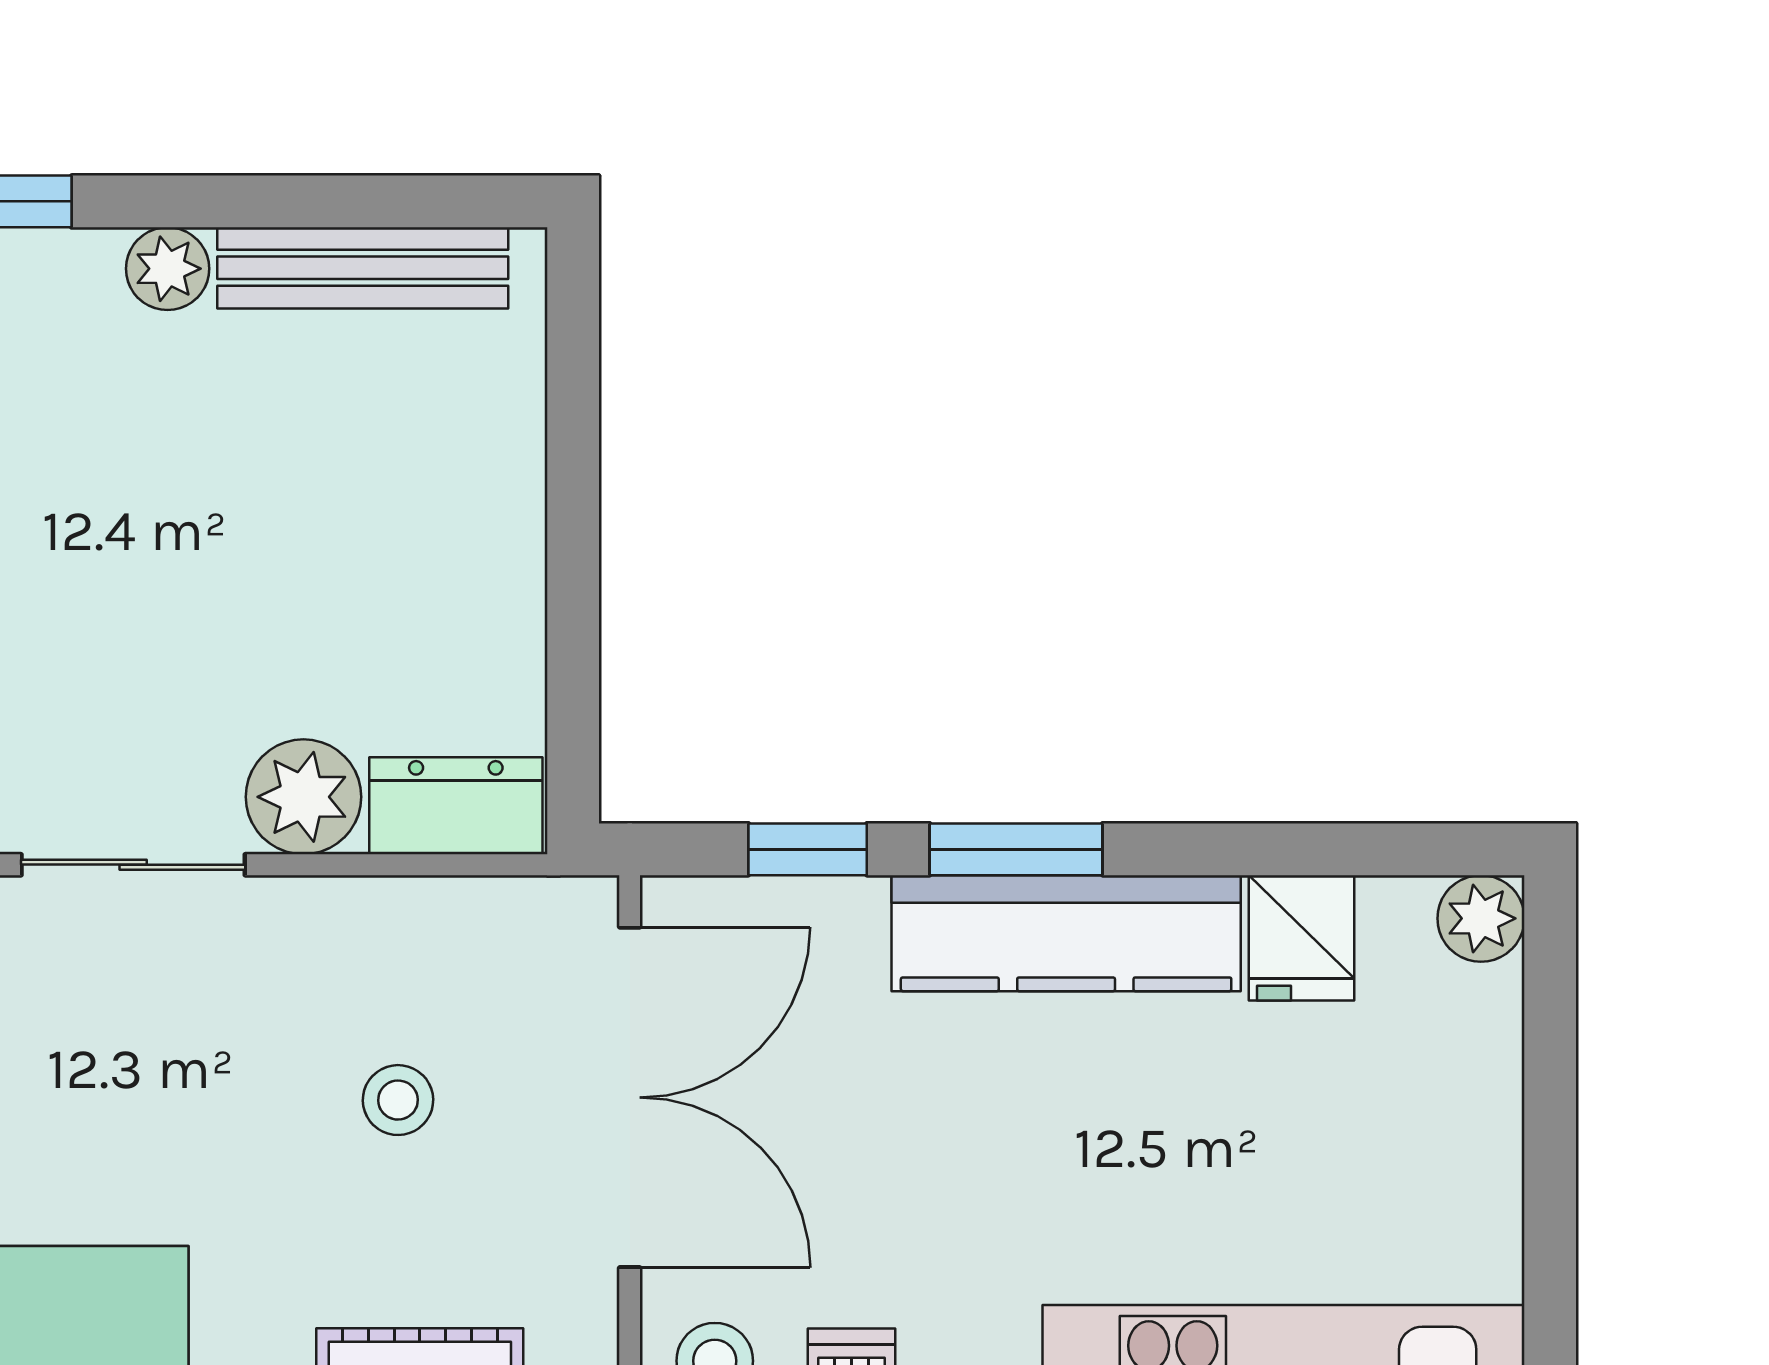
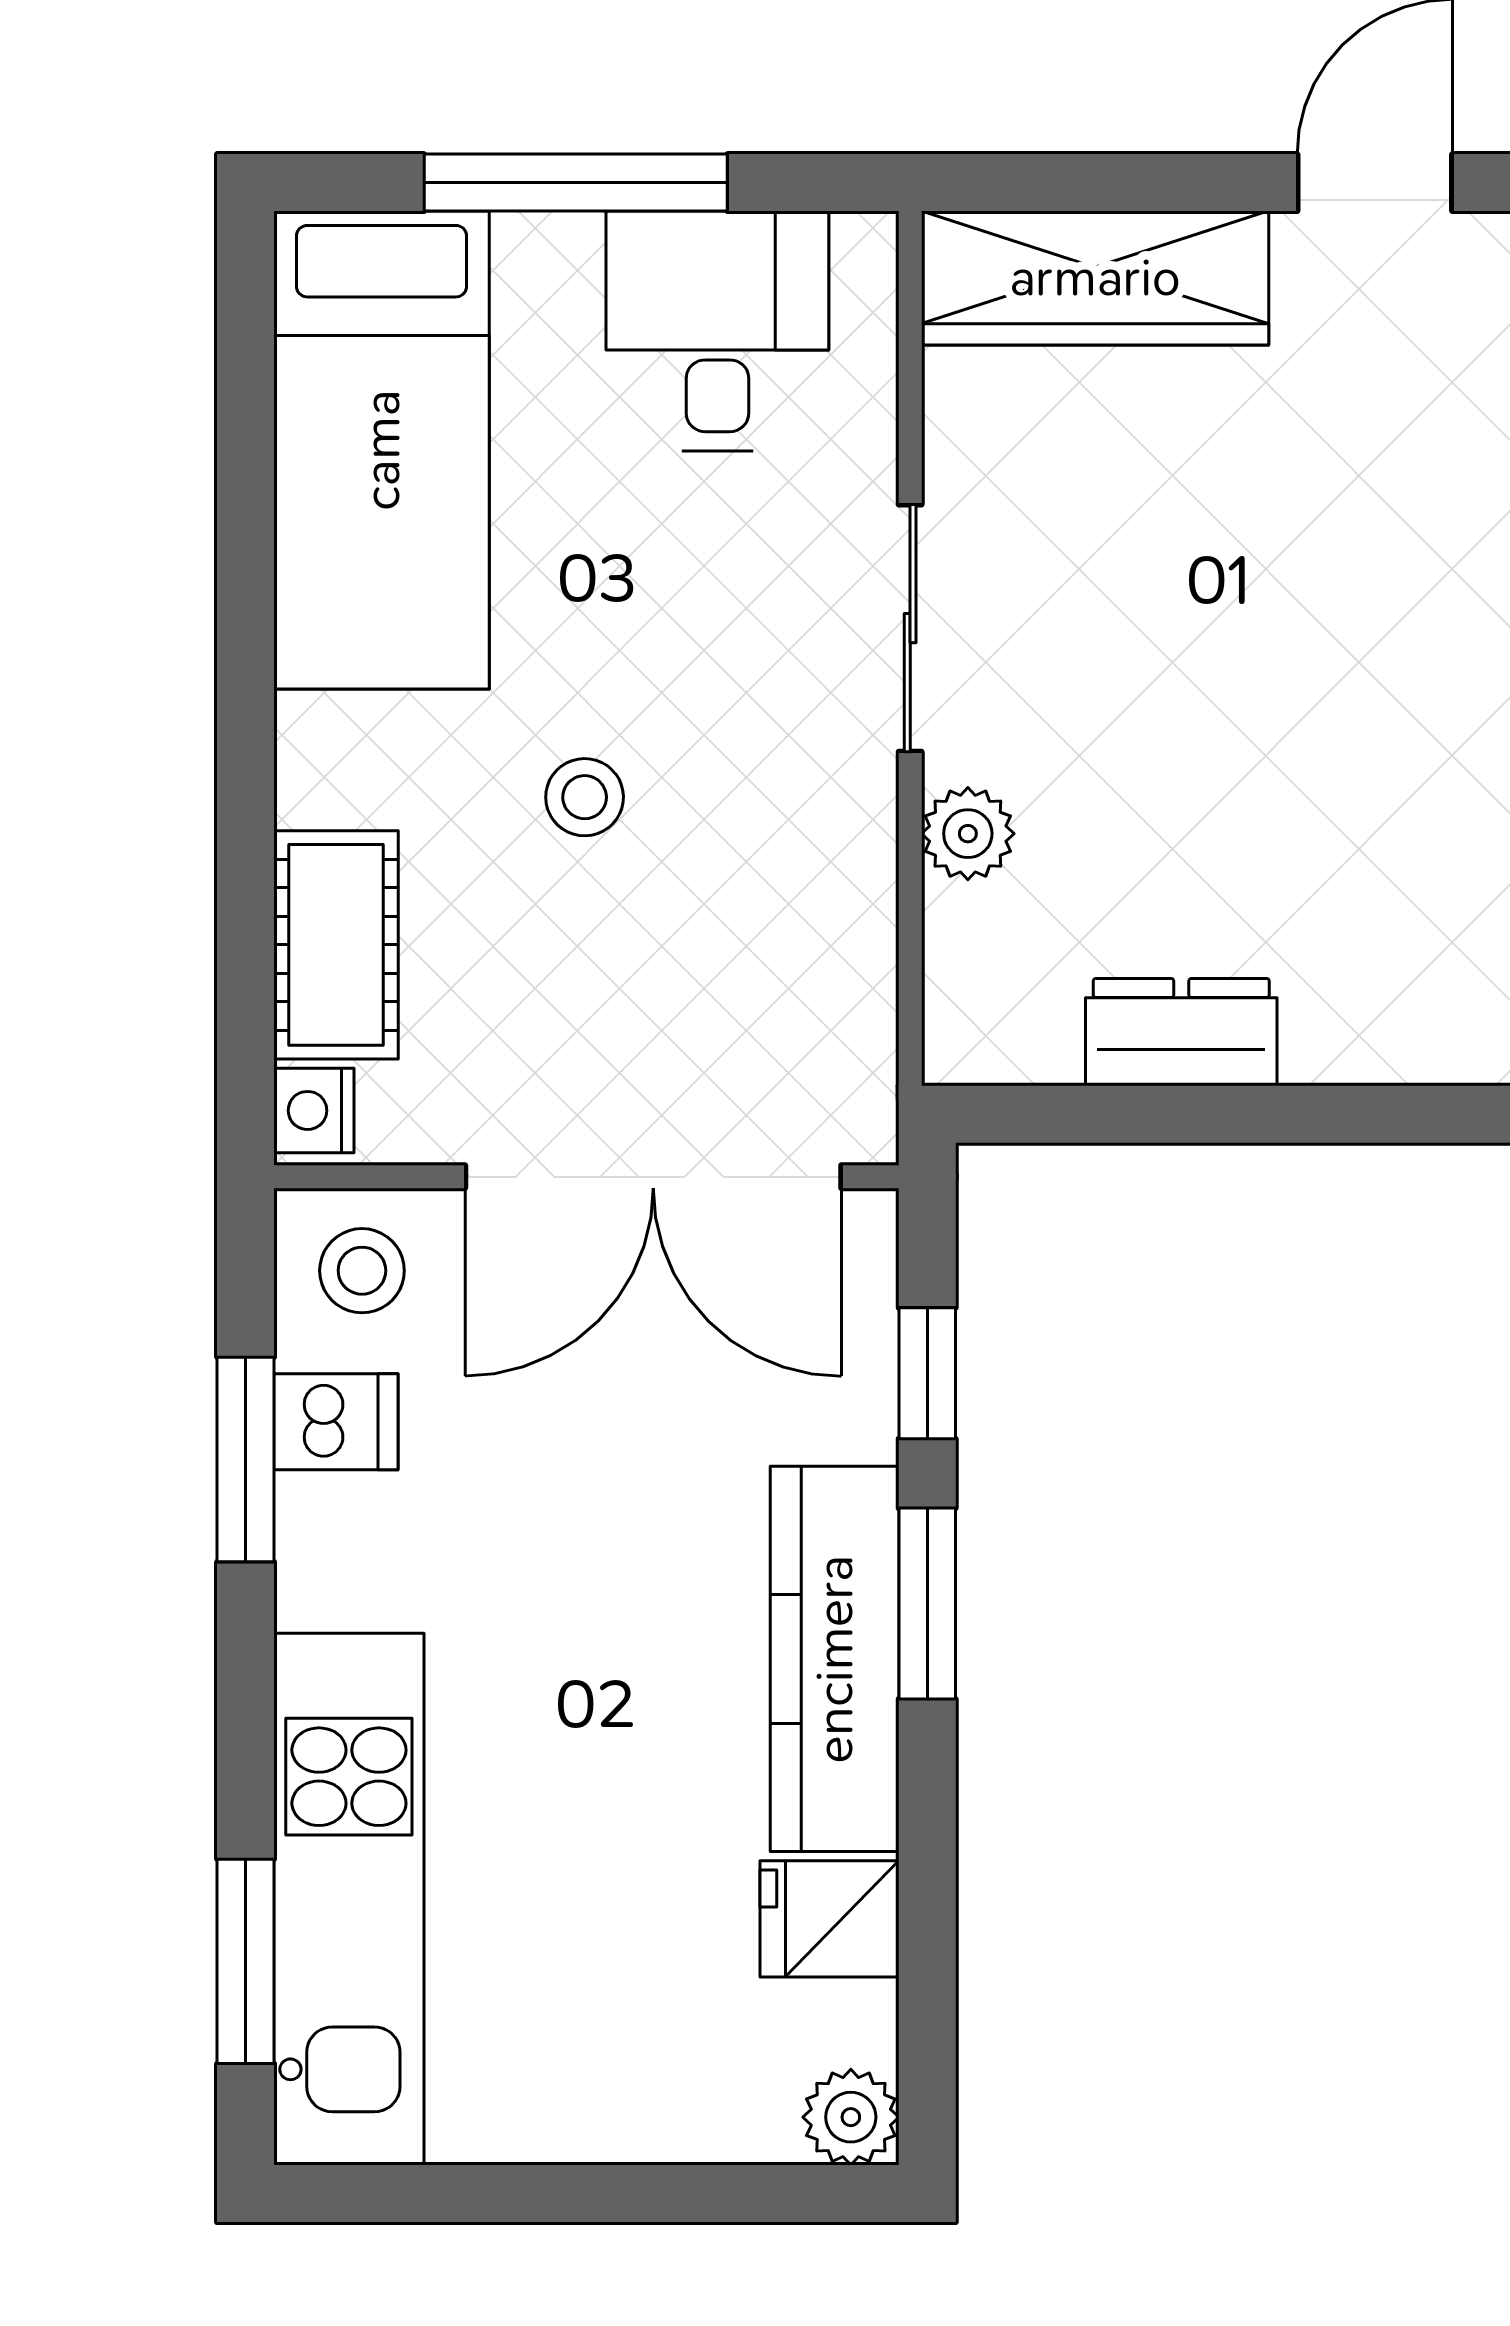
plant: (303, 797) -> (968, 834), width x0.73, depth x0.73
dresser: (456, 806) -> (1181, 1032), moved, turned -90
stool: (398, 1100) -> (585, 797), moved

